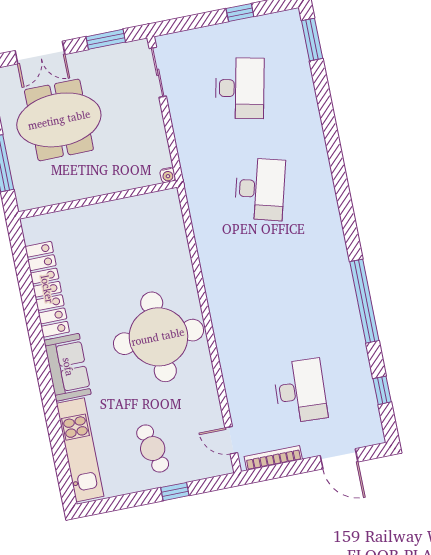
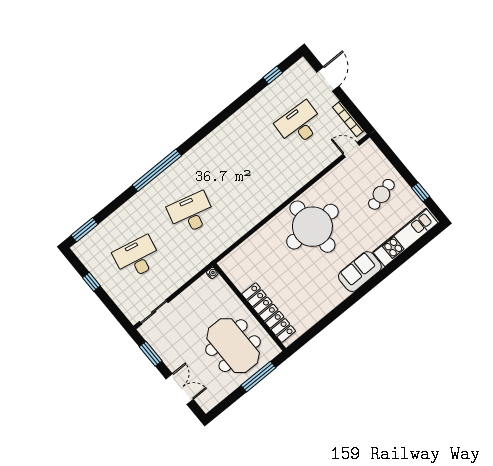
meeting table: (59, 120) -> (233, 346), moved
locker: (47, 289) -> (269, 313), moved, turned 90
window: (364, 301) -> (157, 170), moved
door: (231, 440) -> (351, 150), swing flipped
window: (175, 492) -> (421, 192), moved

